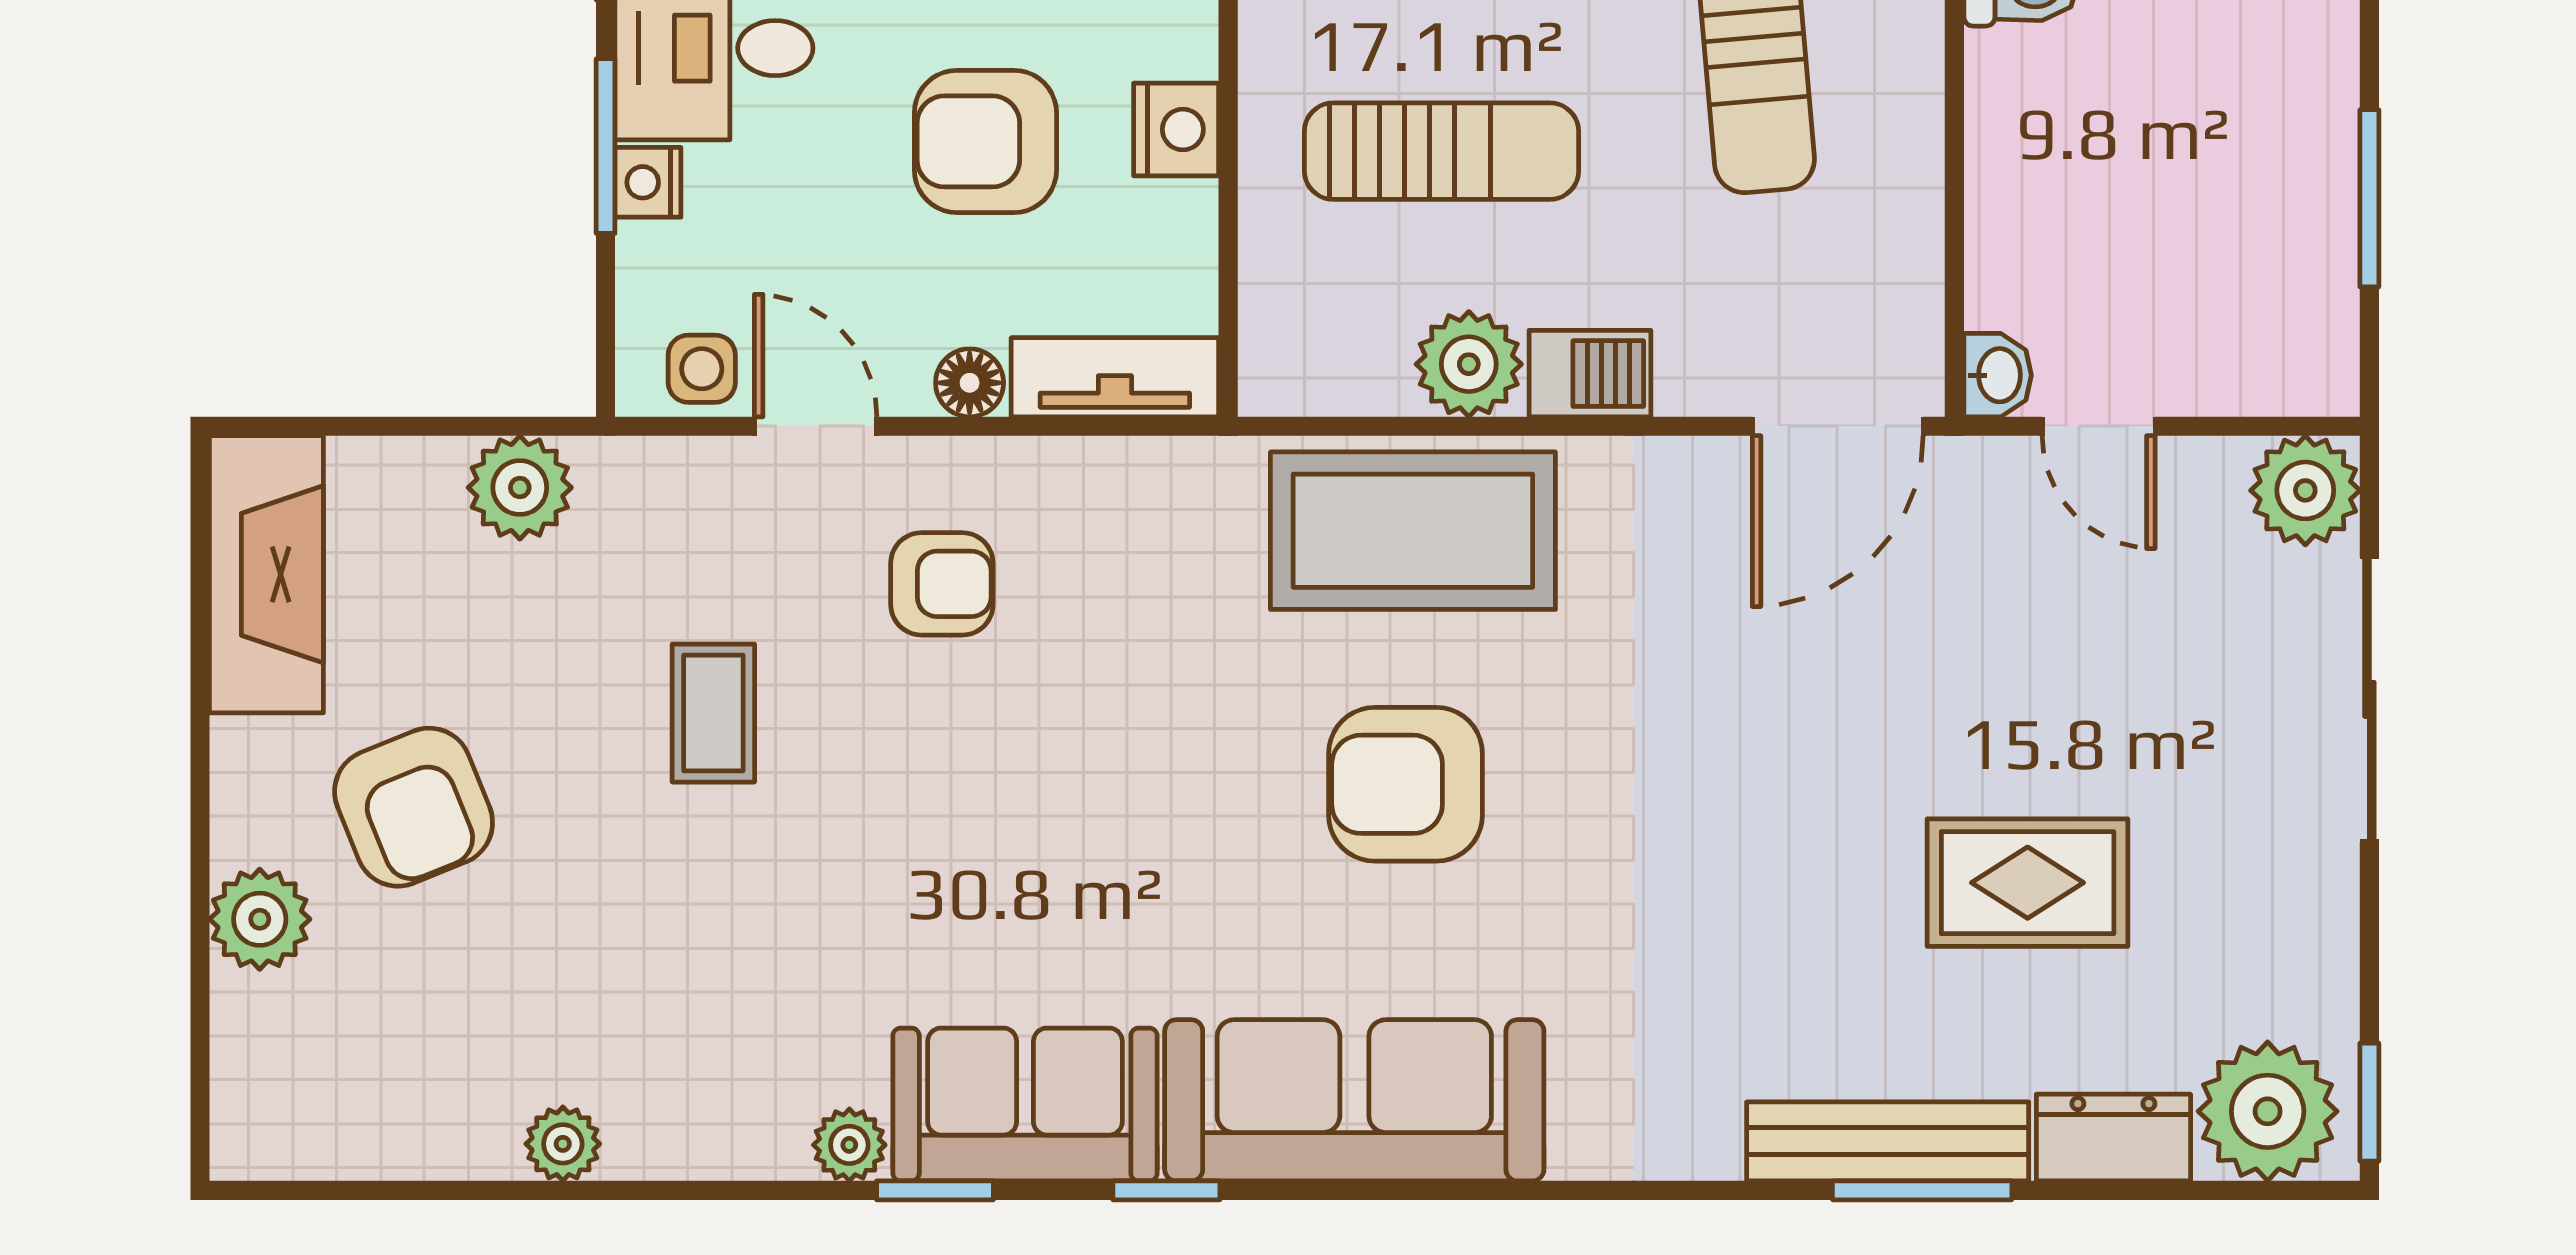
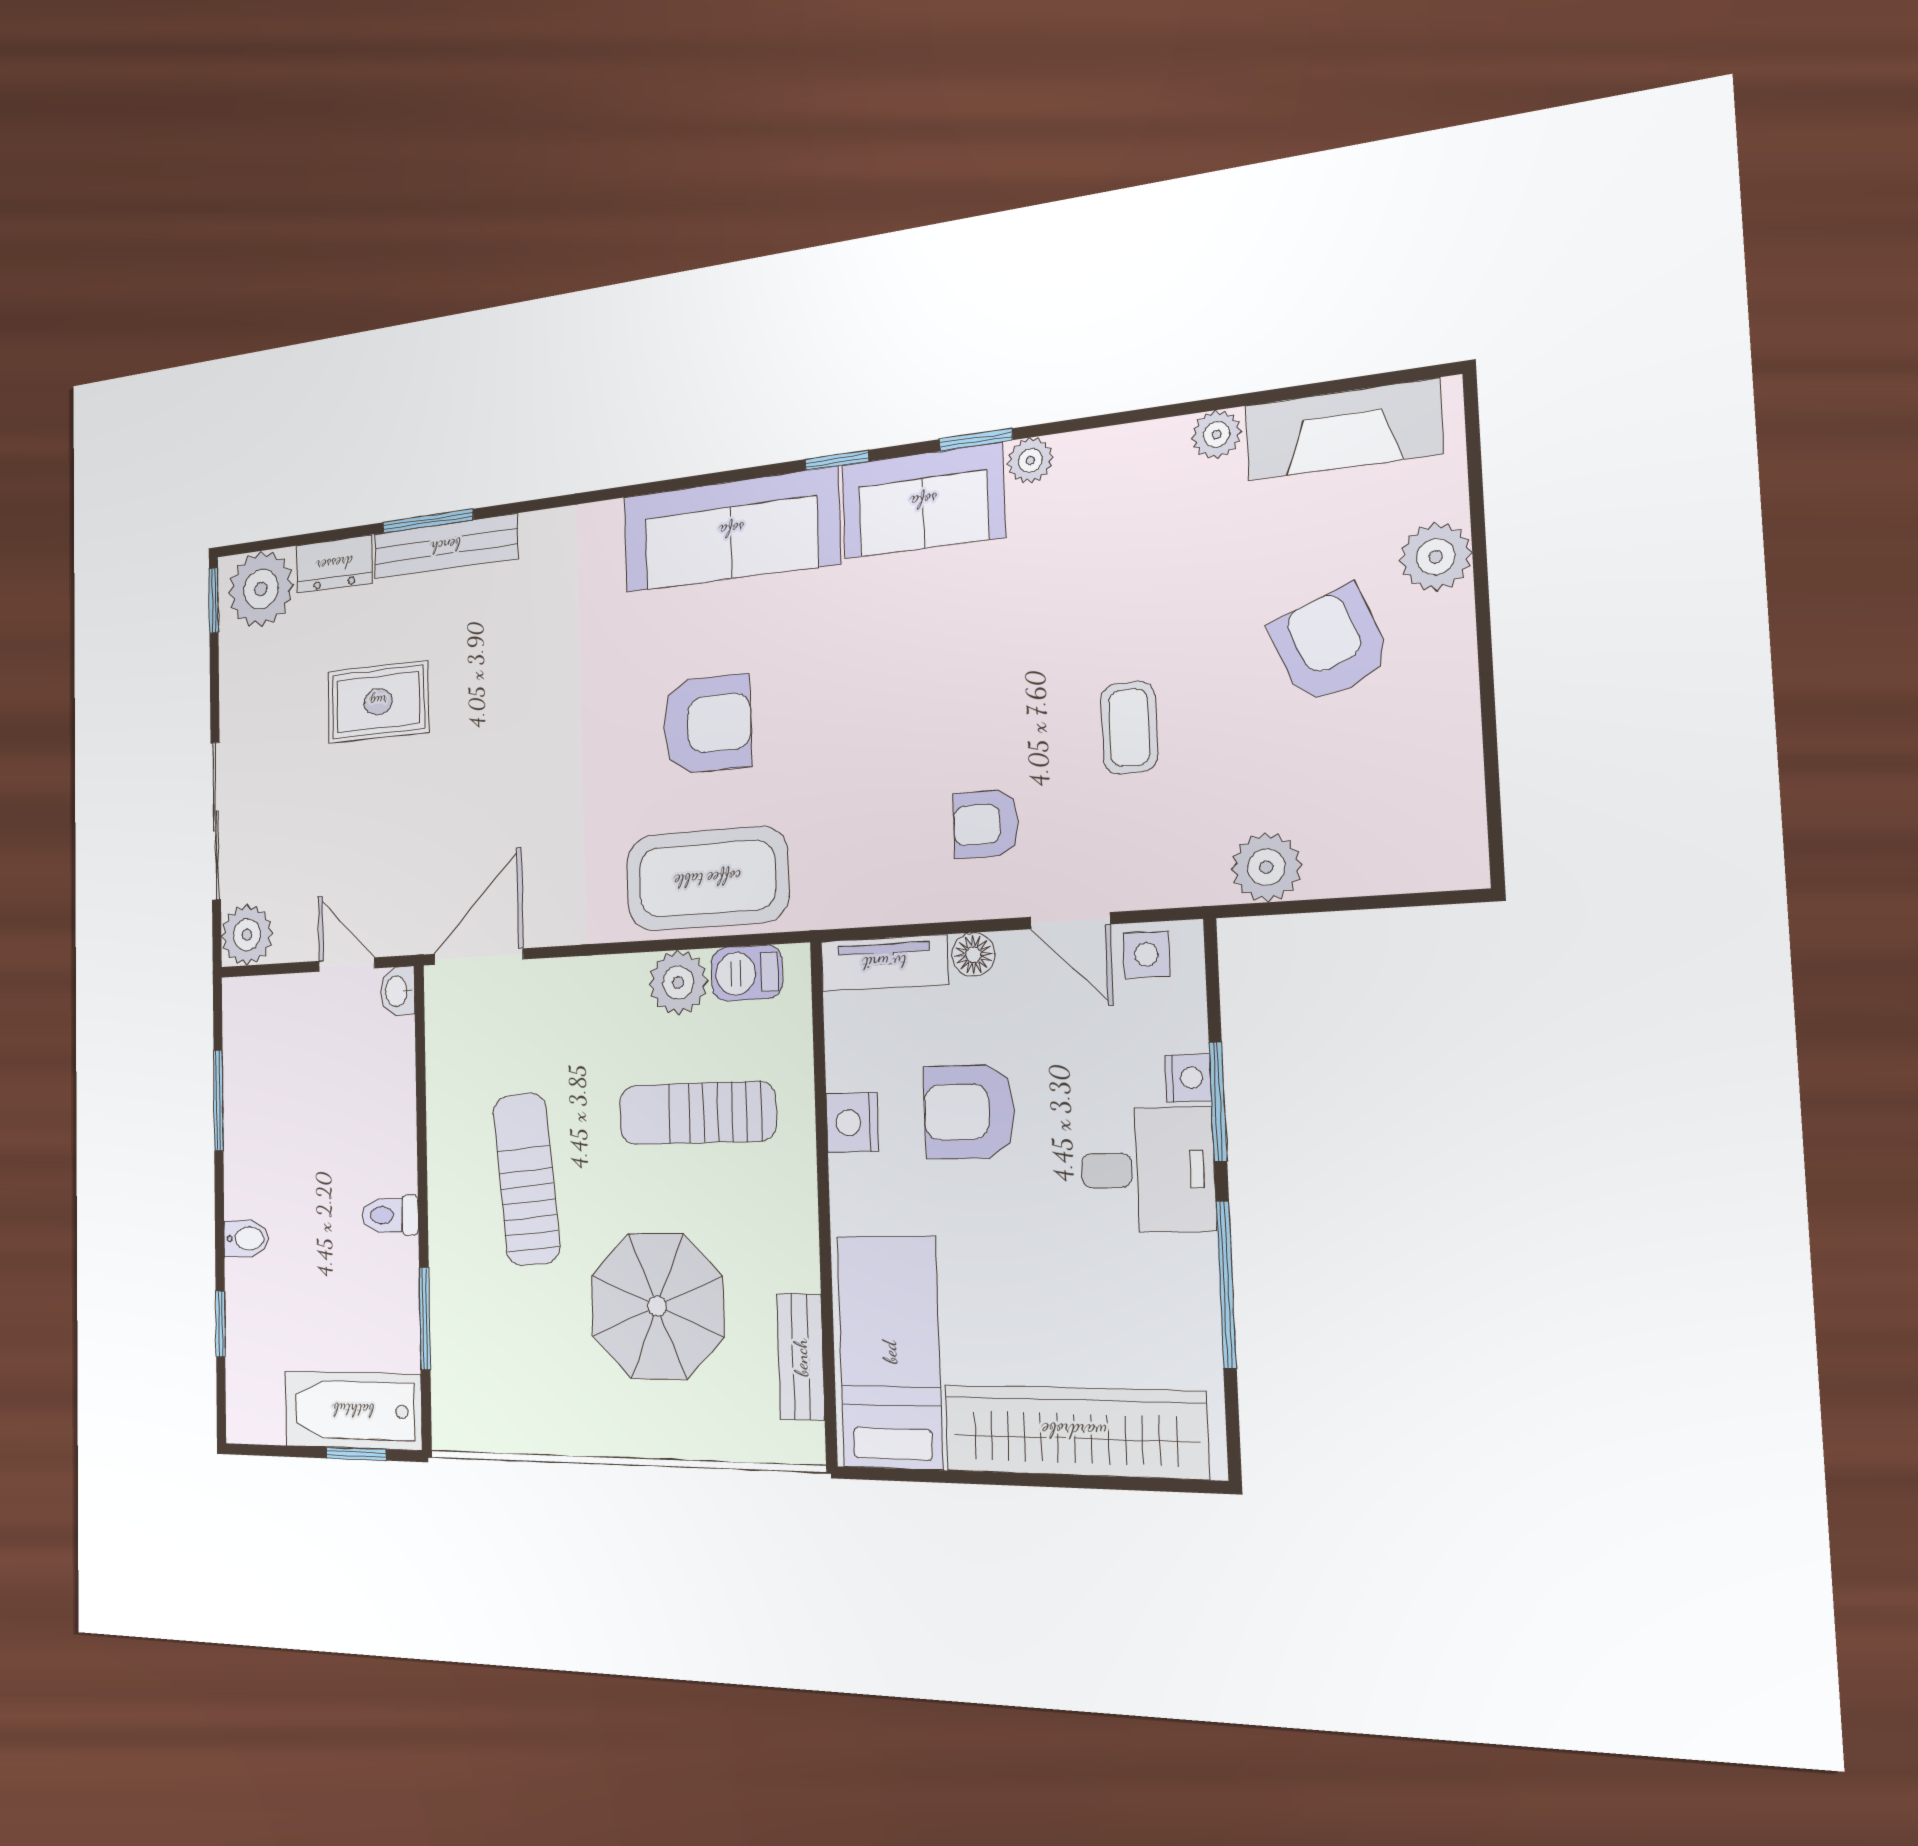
armchair: (985, 141) -> (969, 1112), turned 180
barbecue: (1590, 374) -> (747, 973), moved
fireplace: (266, 574) -> (1343, 430), moved, turned -90

